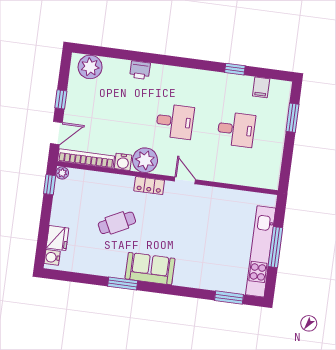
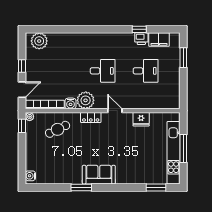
printer: (140, 70) -> (141, 39), moved
filing cabinet: (261, 87) -> (159, 40), width x2.00
cafe table: (117, 223) -> (58, 129), moved
fridge: (57, 238) -> (141, 119), moved, turned 90

